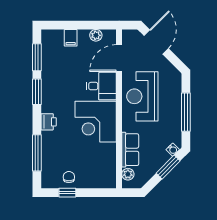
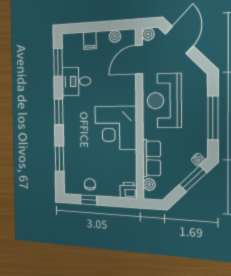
plant: (128, 35) -> (148, 34), added
desk: (101, 86) -> (76, 81), moved, turned 180
window: (37, 92) -> (59, 112), moved
printer: (49, 122) -> (129, 190), moved, turned -90
window: (37, 153) -> (59, 159), width x0.69

